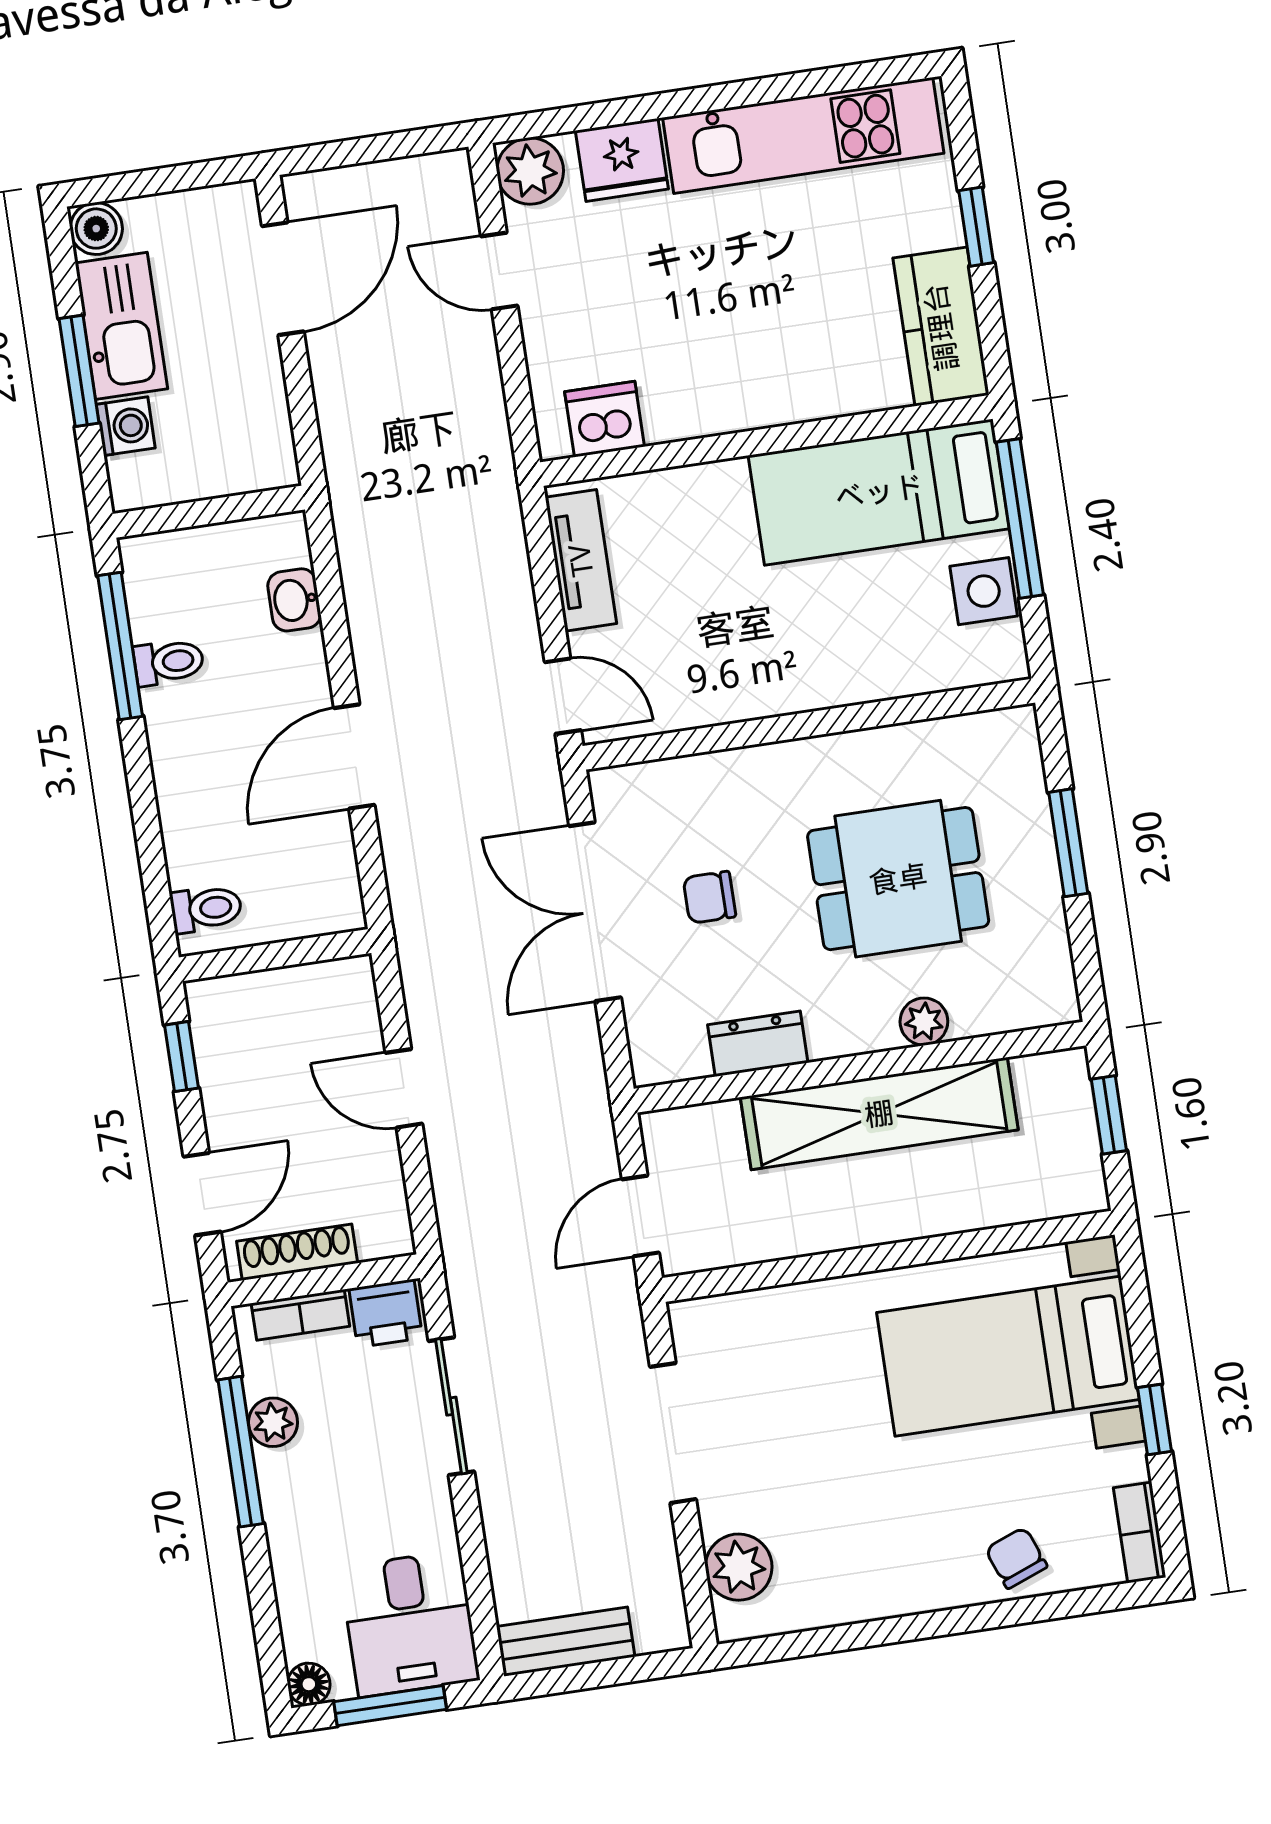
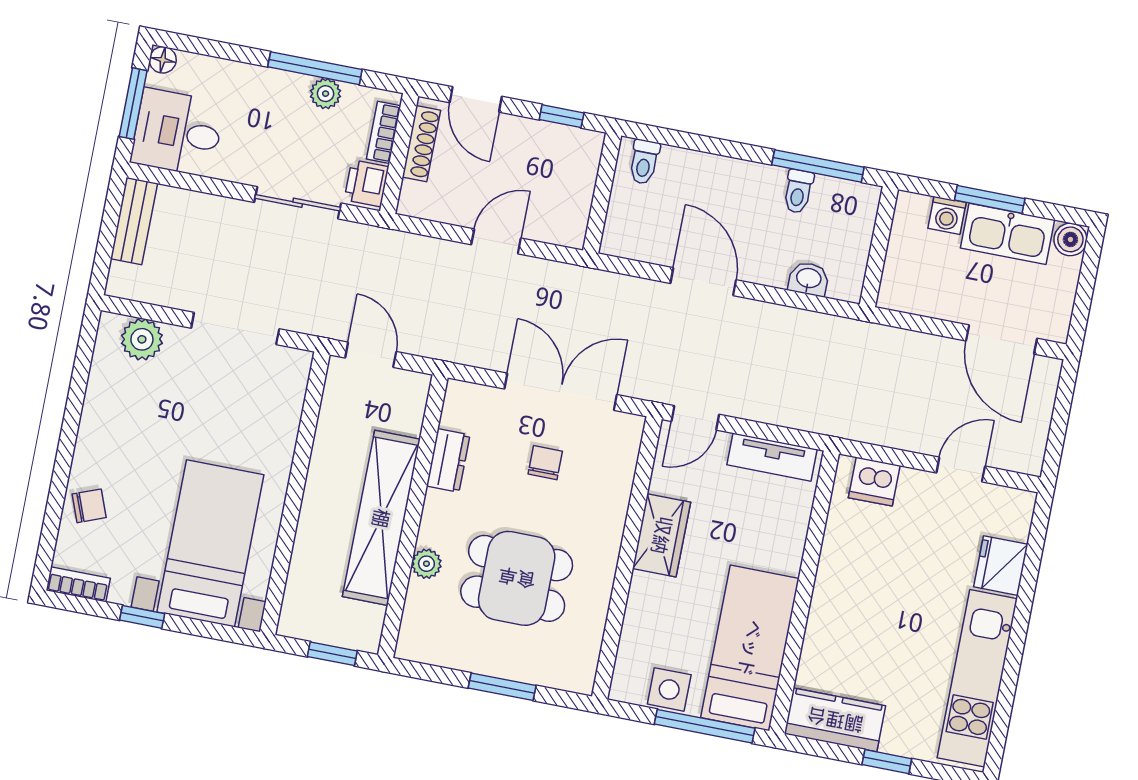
plant: (530, 171) -> (1013, 509), removed
dishwasher: (605, 419) -> (874, 482), moved, turned 90
wardrobe: (757, 684) -> (662, 535), added
dining table: (898, 879) -> (517, 578), turned 90

